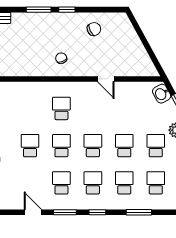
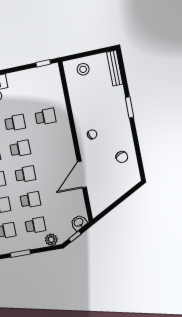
window: (67, 10) -> (134, 131), removed
door: (106, 79) -> (82, 175), width x1.88
school desk: (61, 108) -> (45, 117), moved

